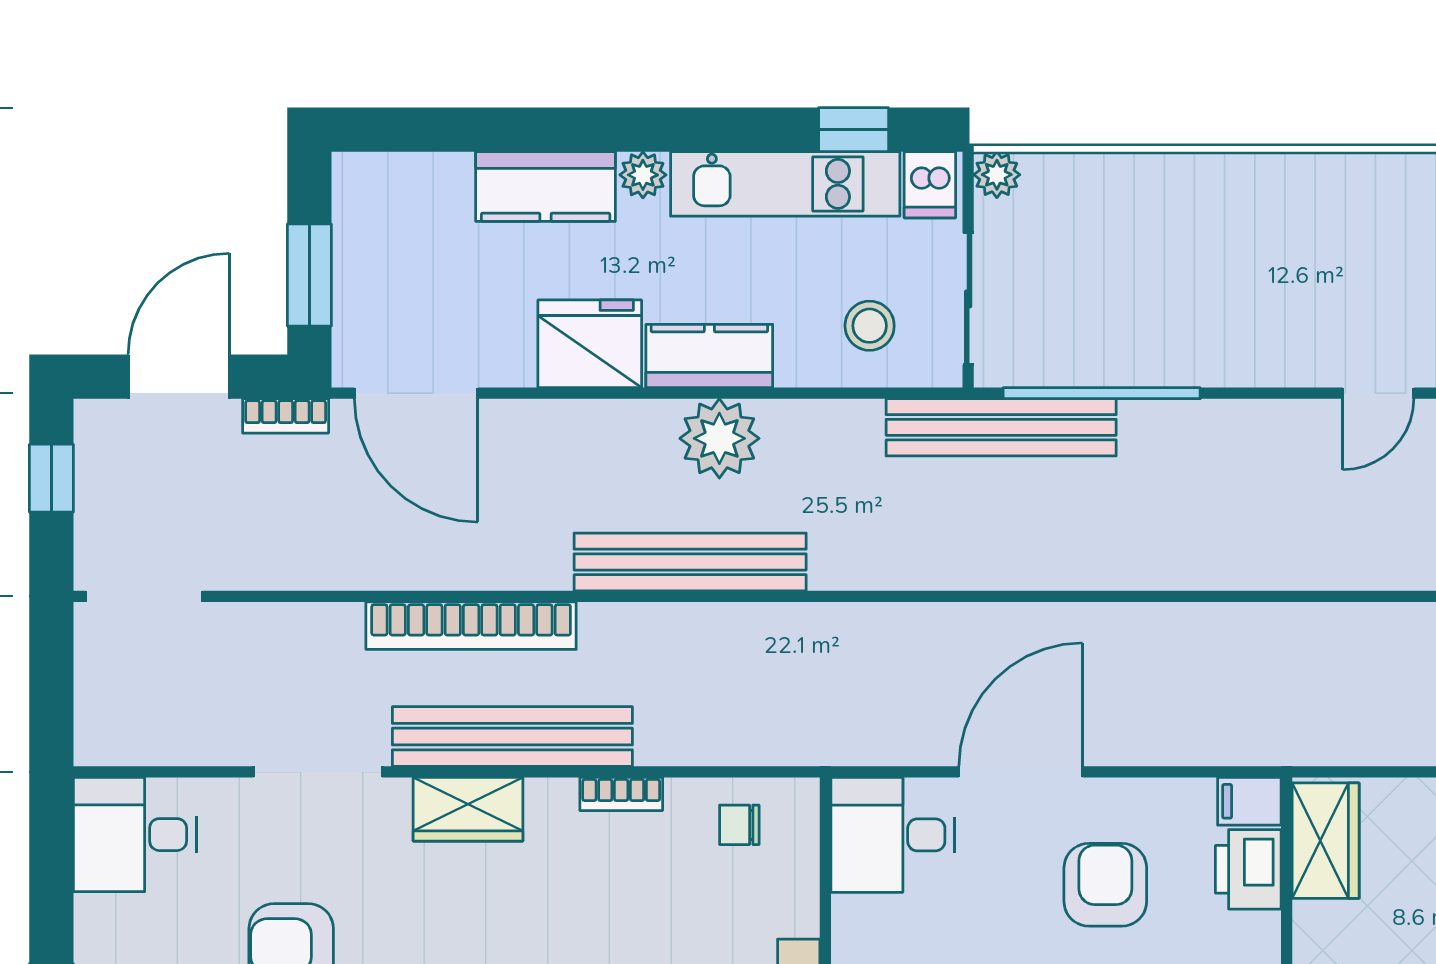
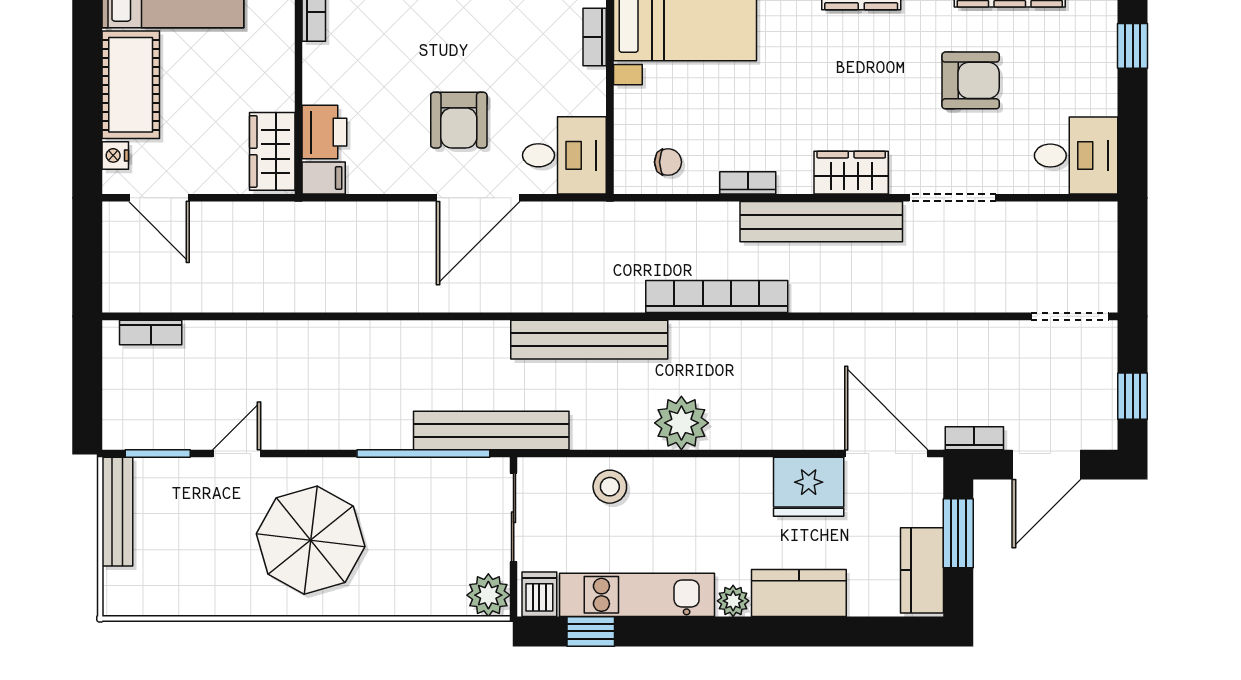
plant: (997, 175) -> (488, 595), width x1.38, depth x1.38
parasol: (1269, 265) -> (311, 540), added
stool: (870, 326) -> (610, 487), moved
fridge: (590, 344) -> (809, 487), moved
kitchen counter: (709, 356) -> (922, 570), moved, turned 90
bench: (690, 562) -> (589, 340), moved
bookcase: (471, 626) -> (717, 297), moved
armchair: (1105, 885) -> (459, 120), moved

